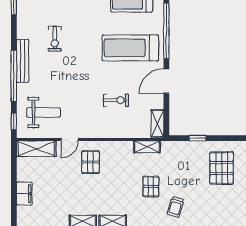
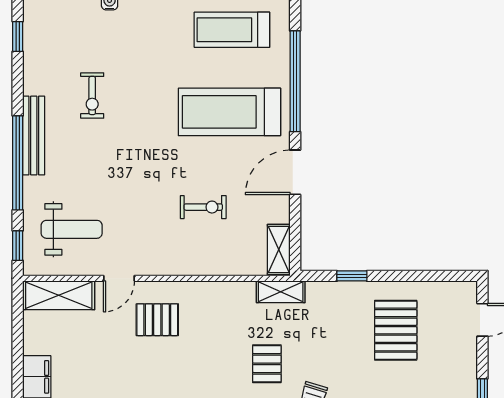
shelving: (147, 147) -> (281, 292), moved
pallet: (91, 162) -> (157, 320), turned 90

